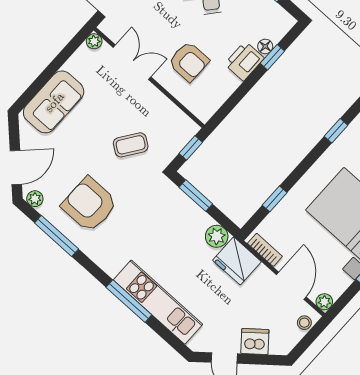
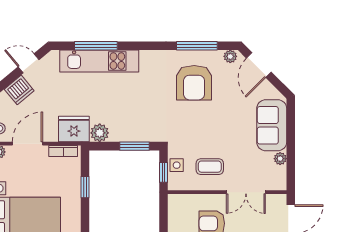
plant: (94, 41) -> (280, 159), moved
side table: (173, 144) -> (177, 165), added
coffee table: (131, 145) -> (210, 167), moved, turned 55
armchair: (89, 205) -> (194, 83), turned 90
door: (291, 286) -> (27, 144), swing flipped
window: (129, 301) -> (96, 46), moved

